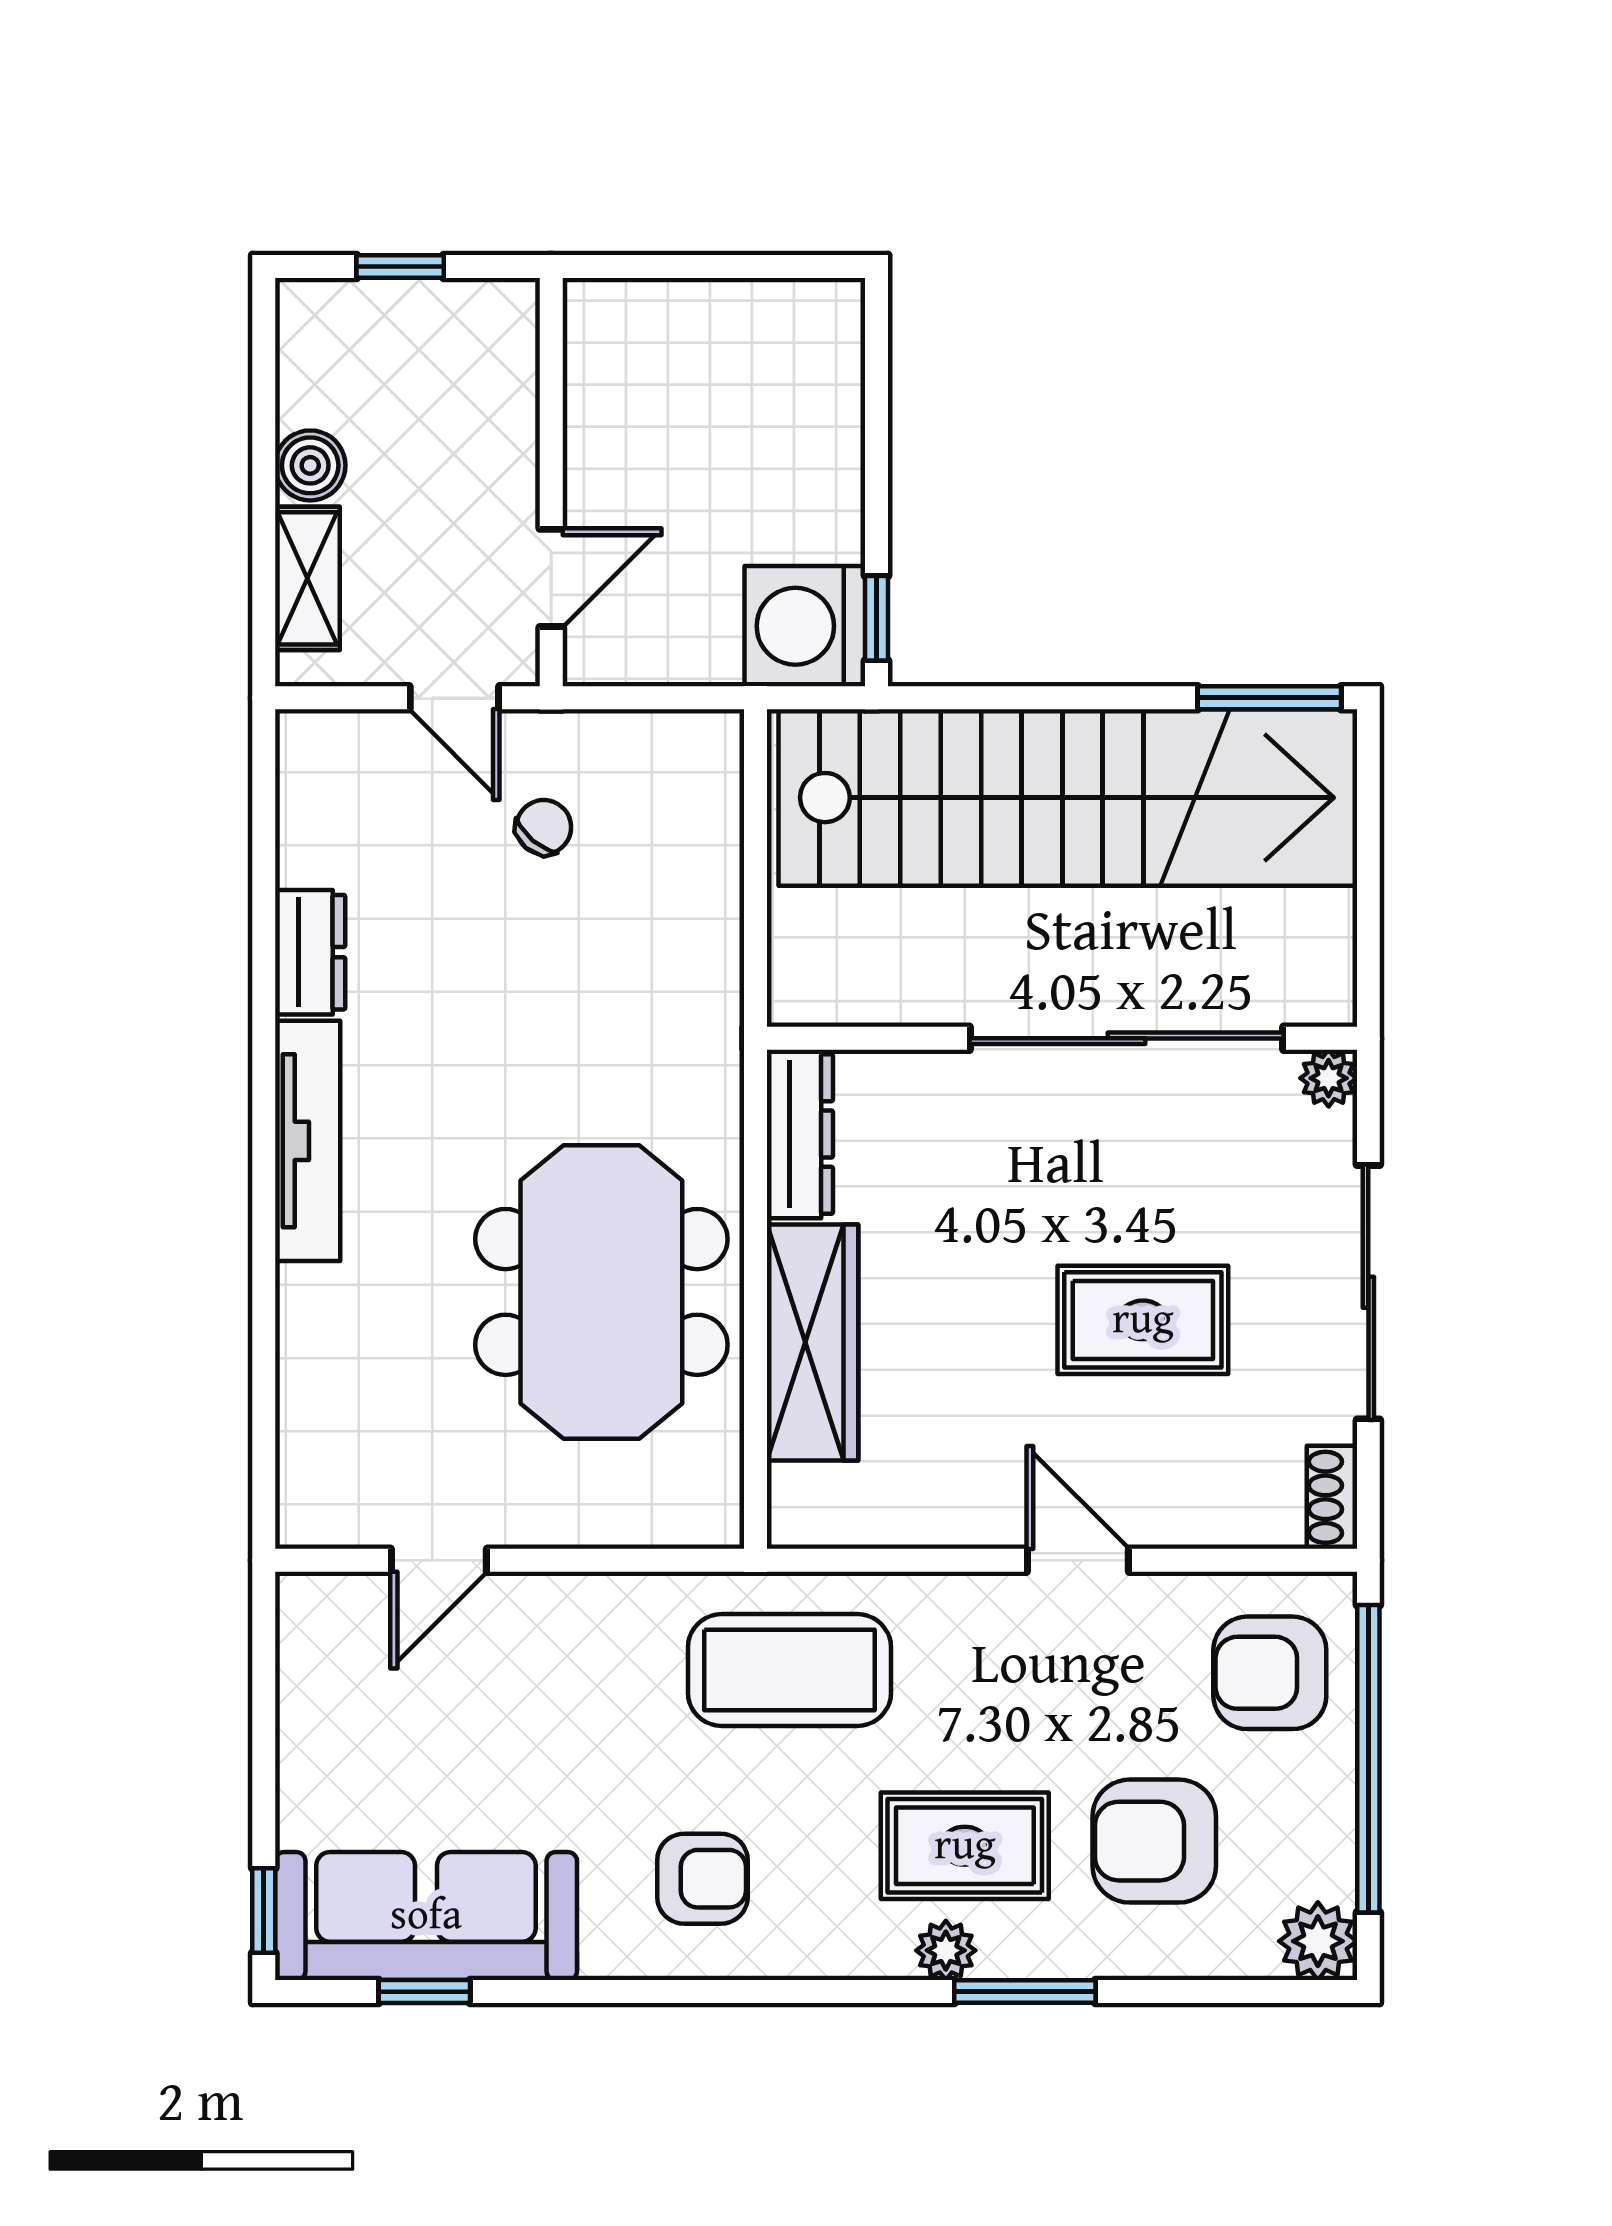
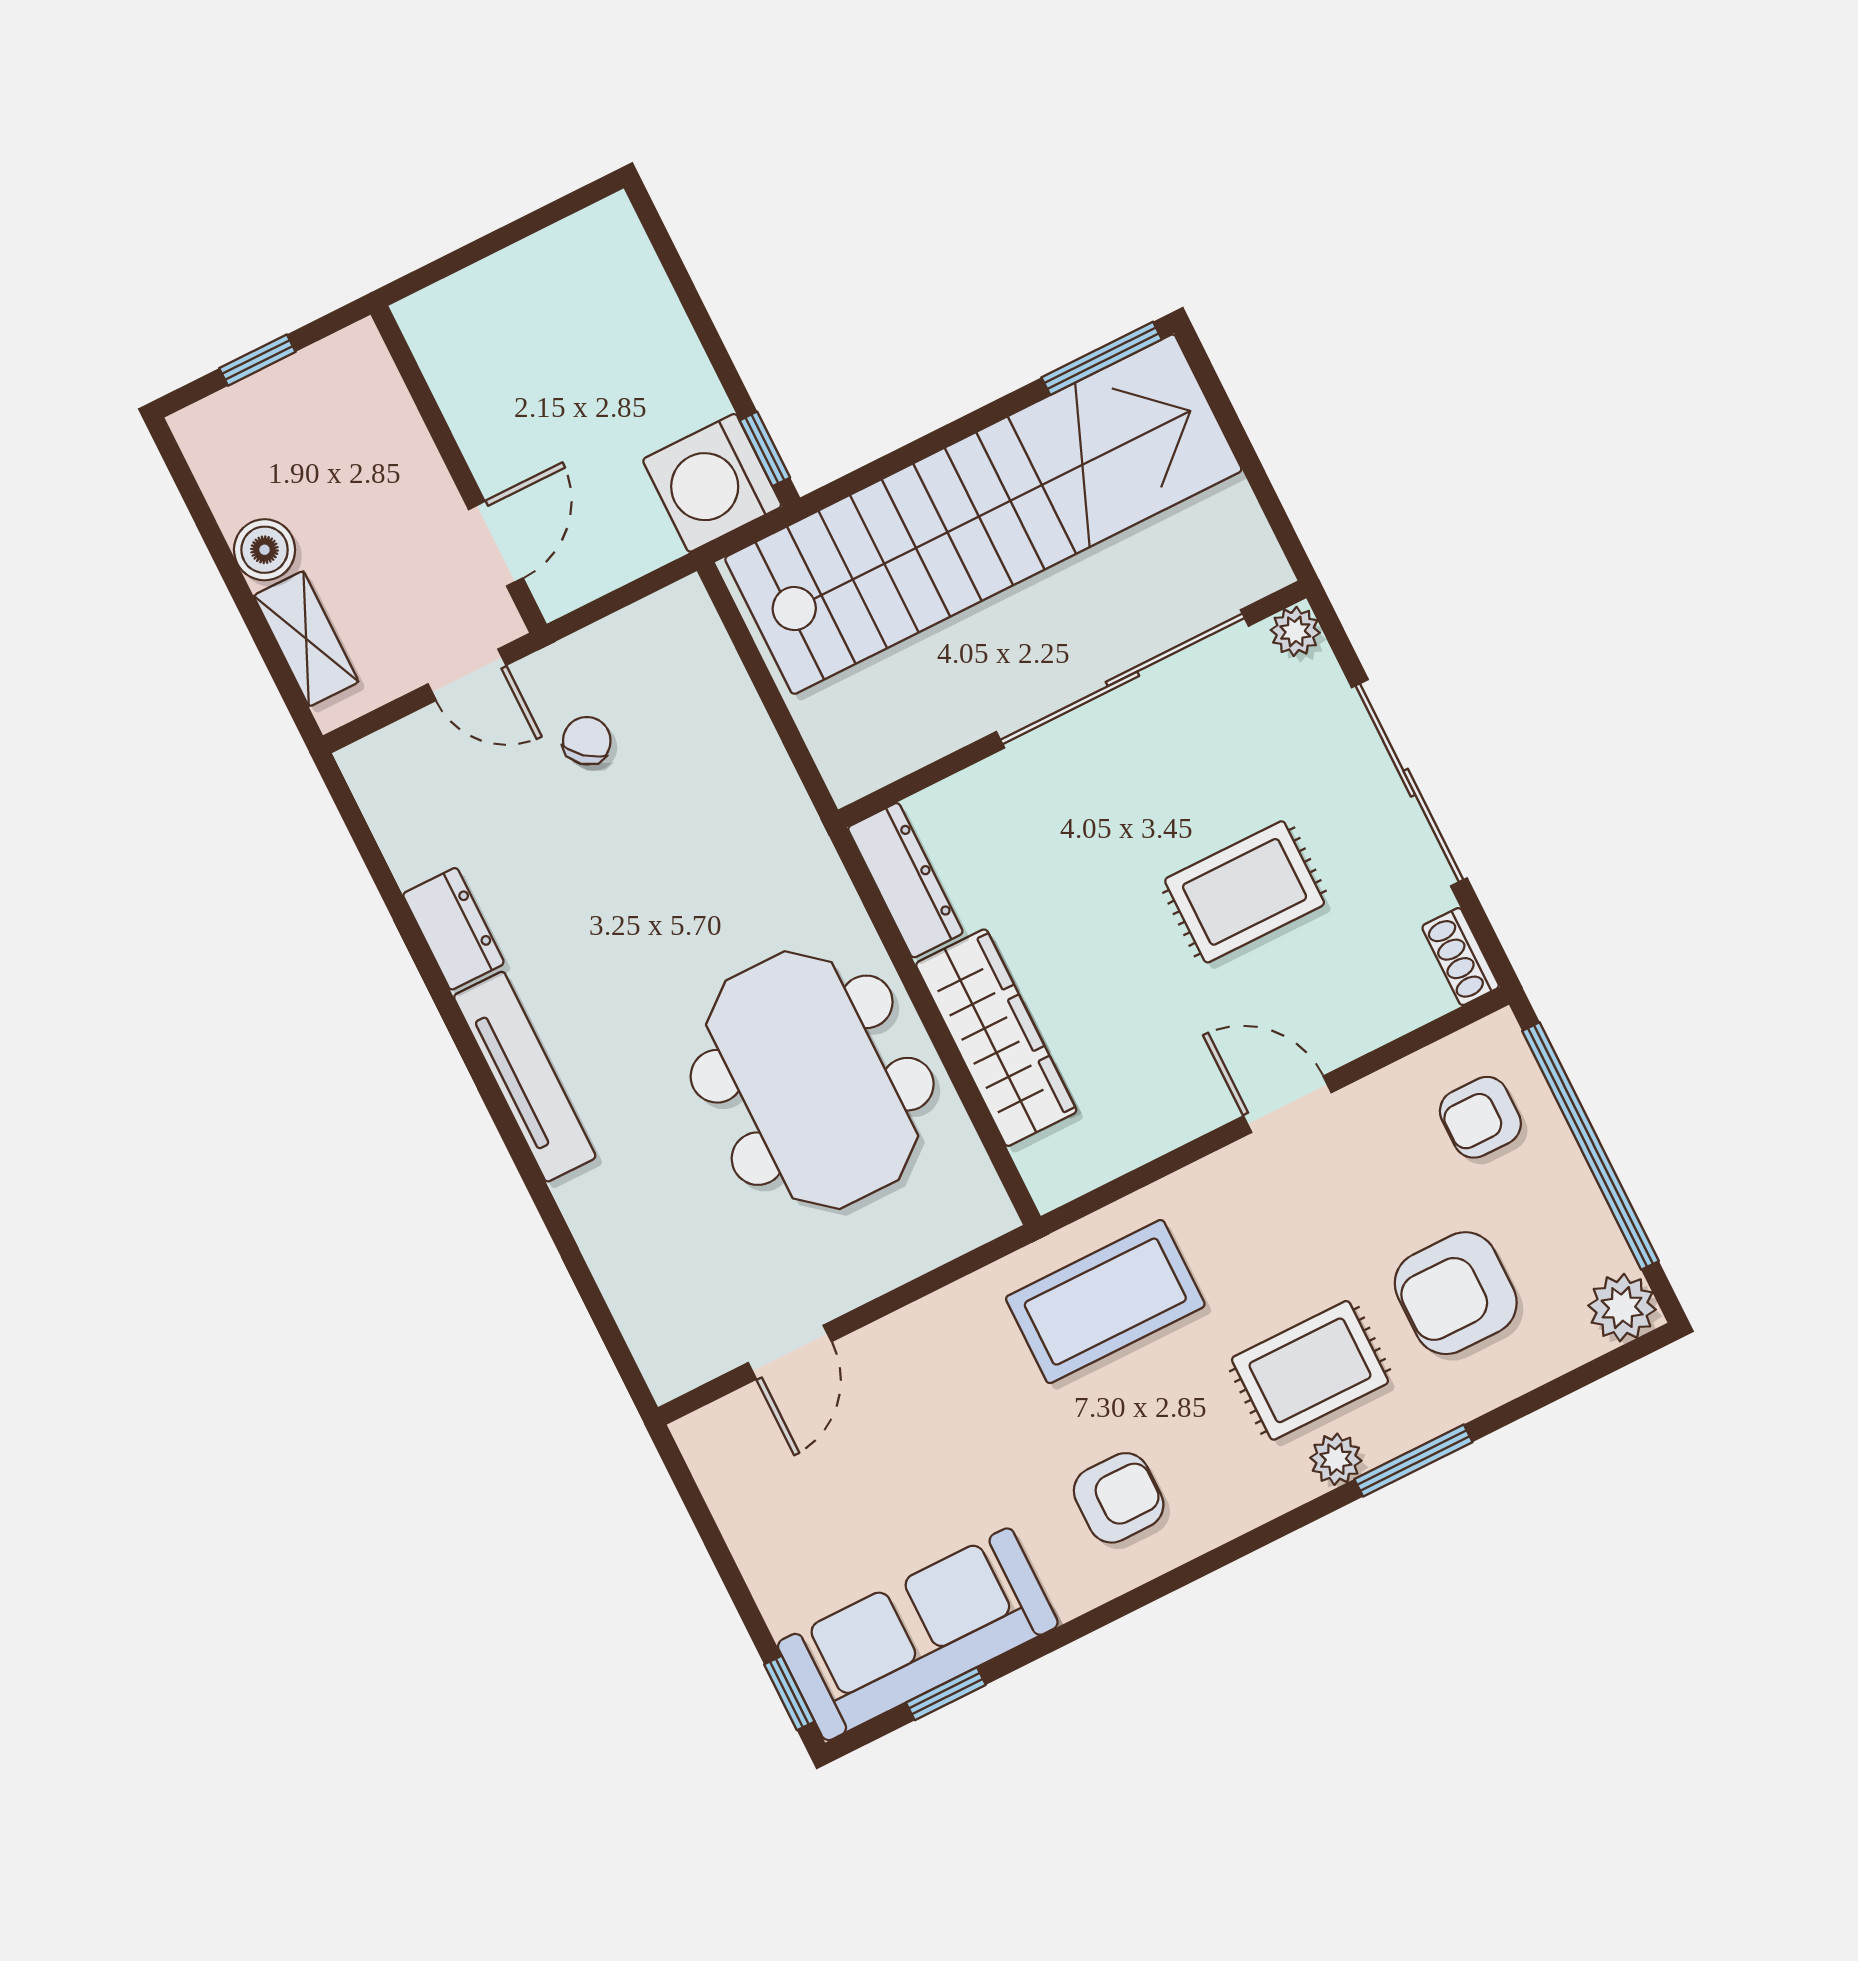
armchair: (1270, 1673) -> (1480, 1117), width x0.72, depth x0.72

